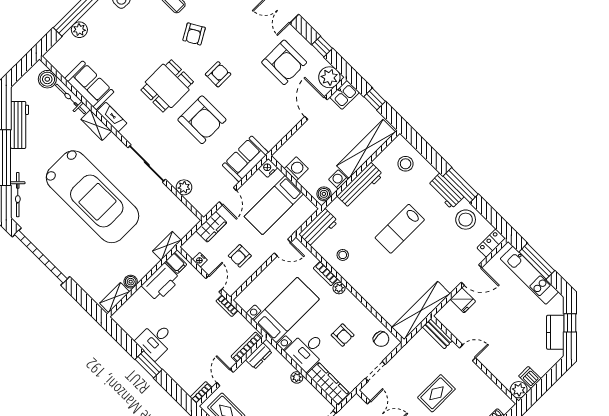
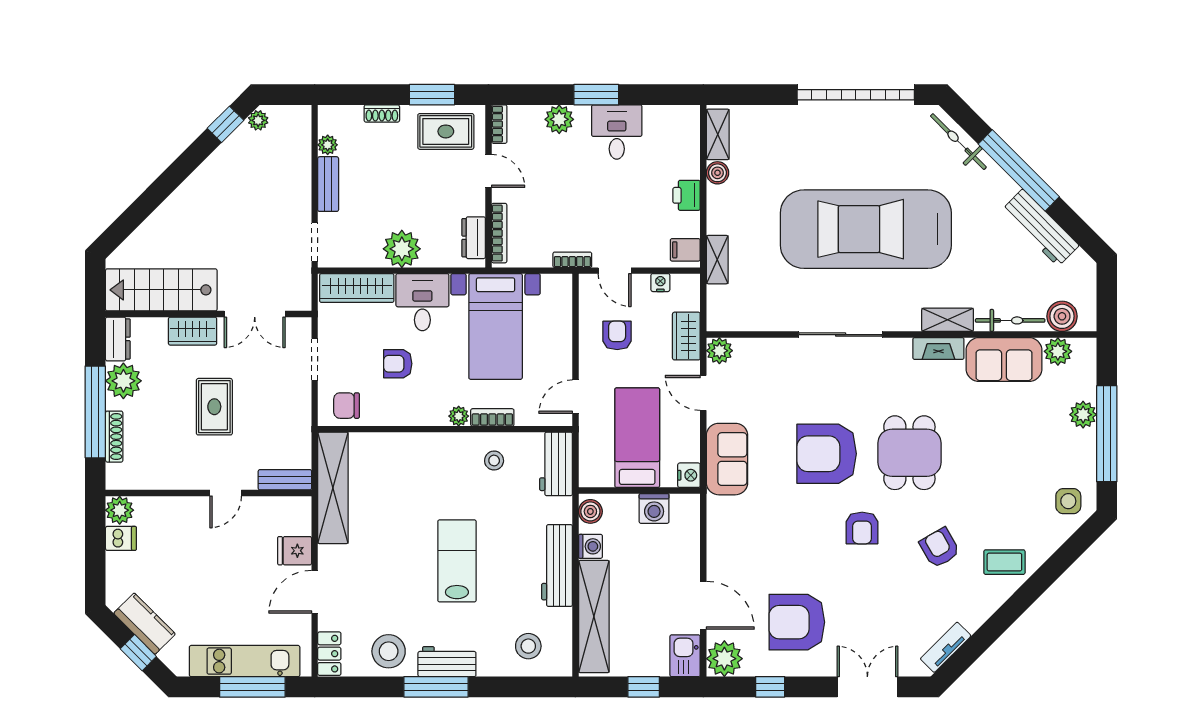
plant: (64, 66) -> (1058, 351), added
plant: (184, 187) -> (719, 351), moved
printer: (161, 282) -> (687, 195), width x0.53, depth x0.68
plant: (174, 369) -> (559, 119), added
plant: (297, 377) -> (402, 249), width x1.88, depth x1.88

